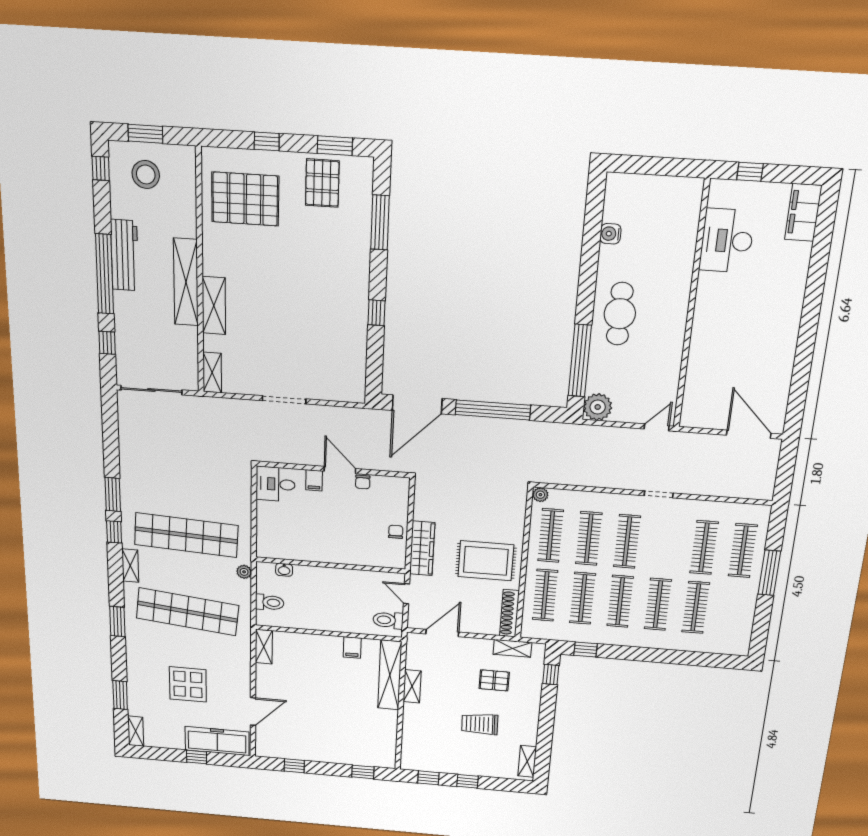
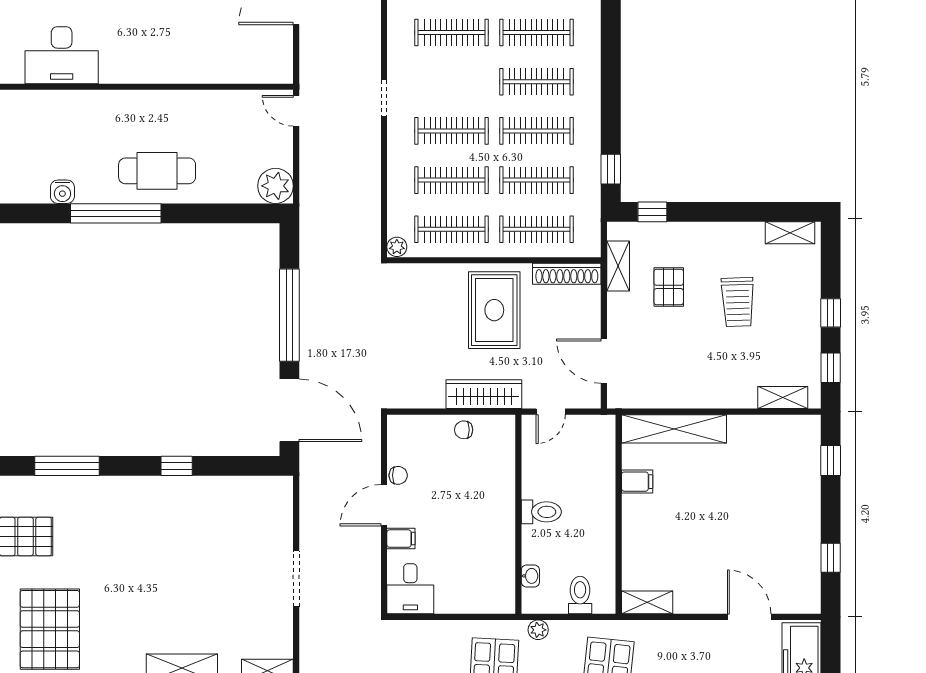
window: (580, 361) -> (116, 213), moved
toilet: (388, 620) -> (541, 512), moved, turned -90
shelving: (412, 686) -> (783, 398), moved

